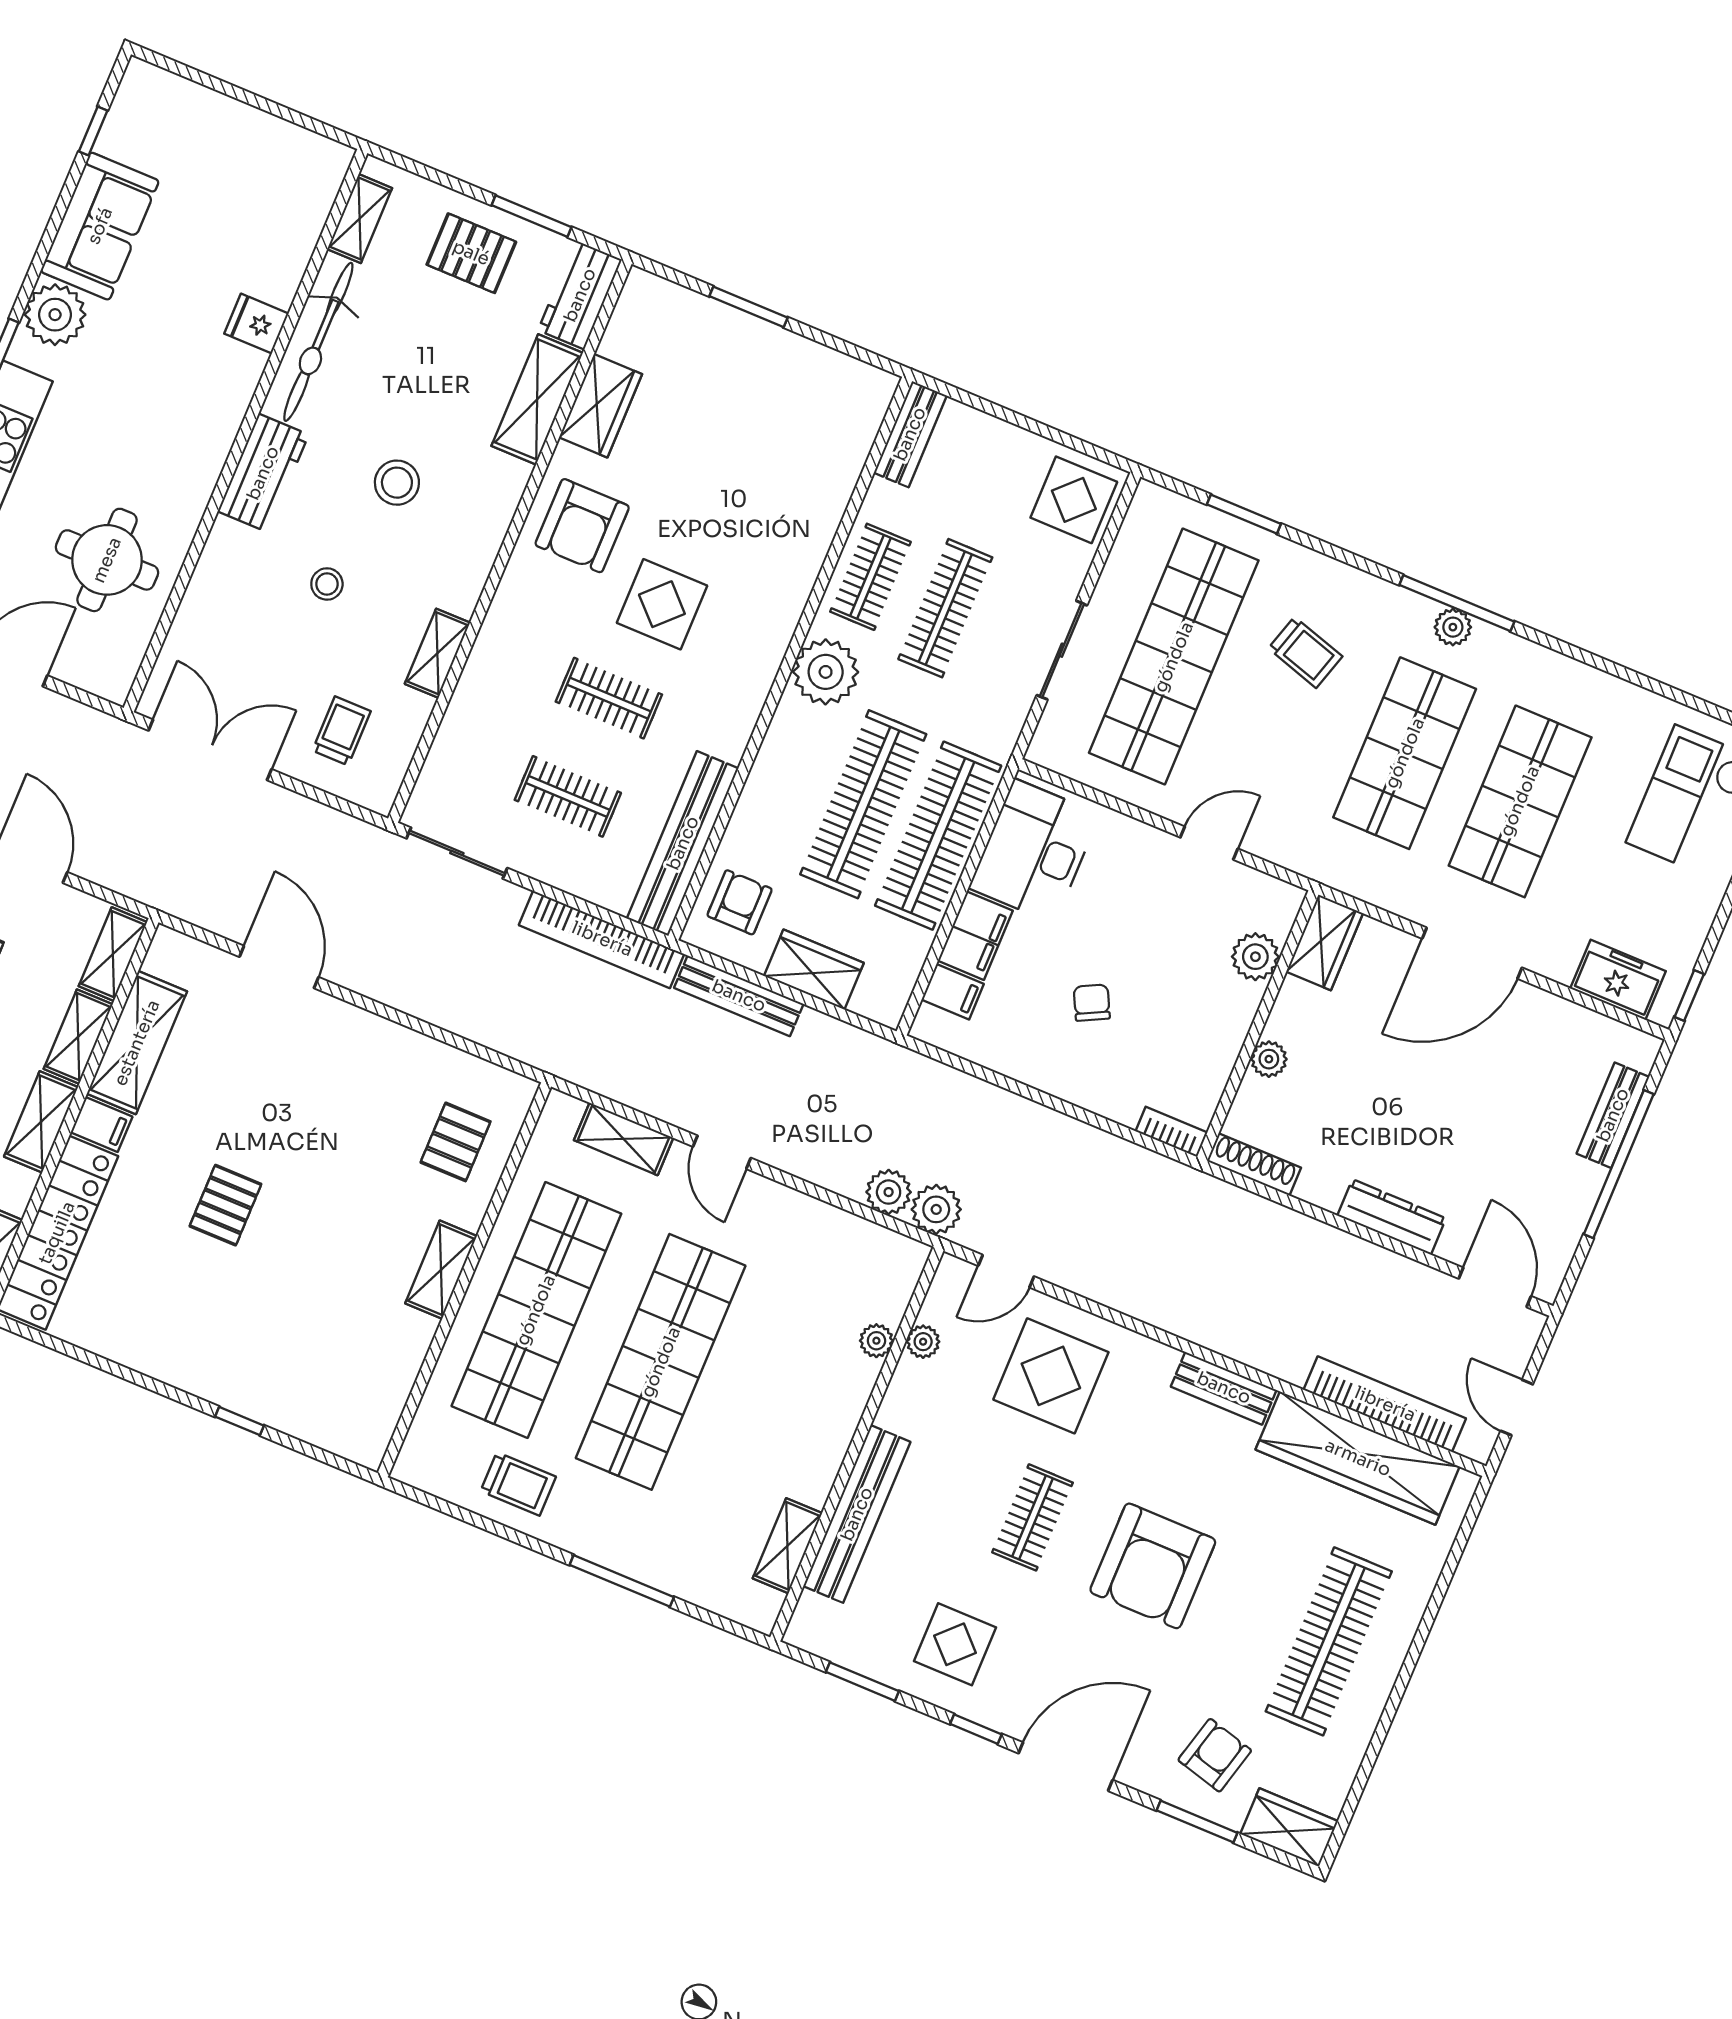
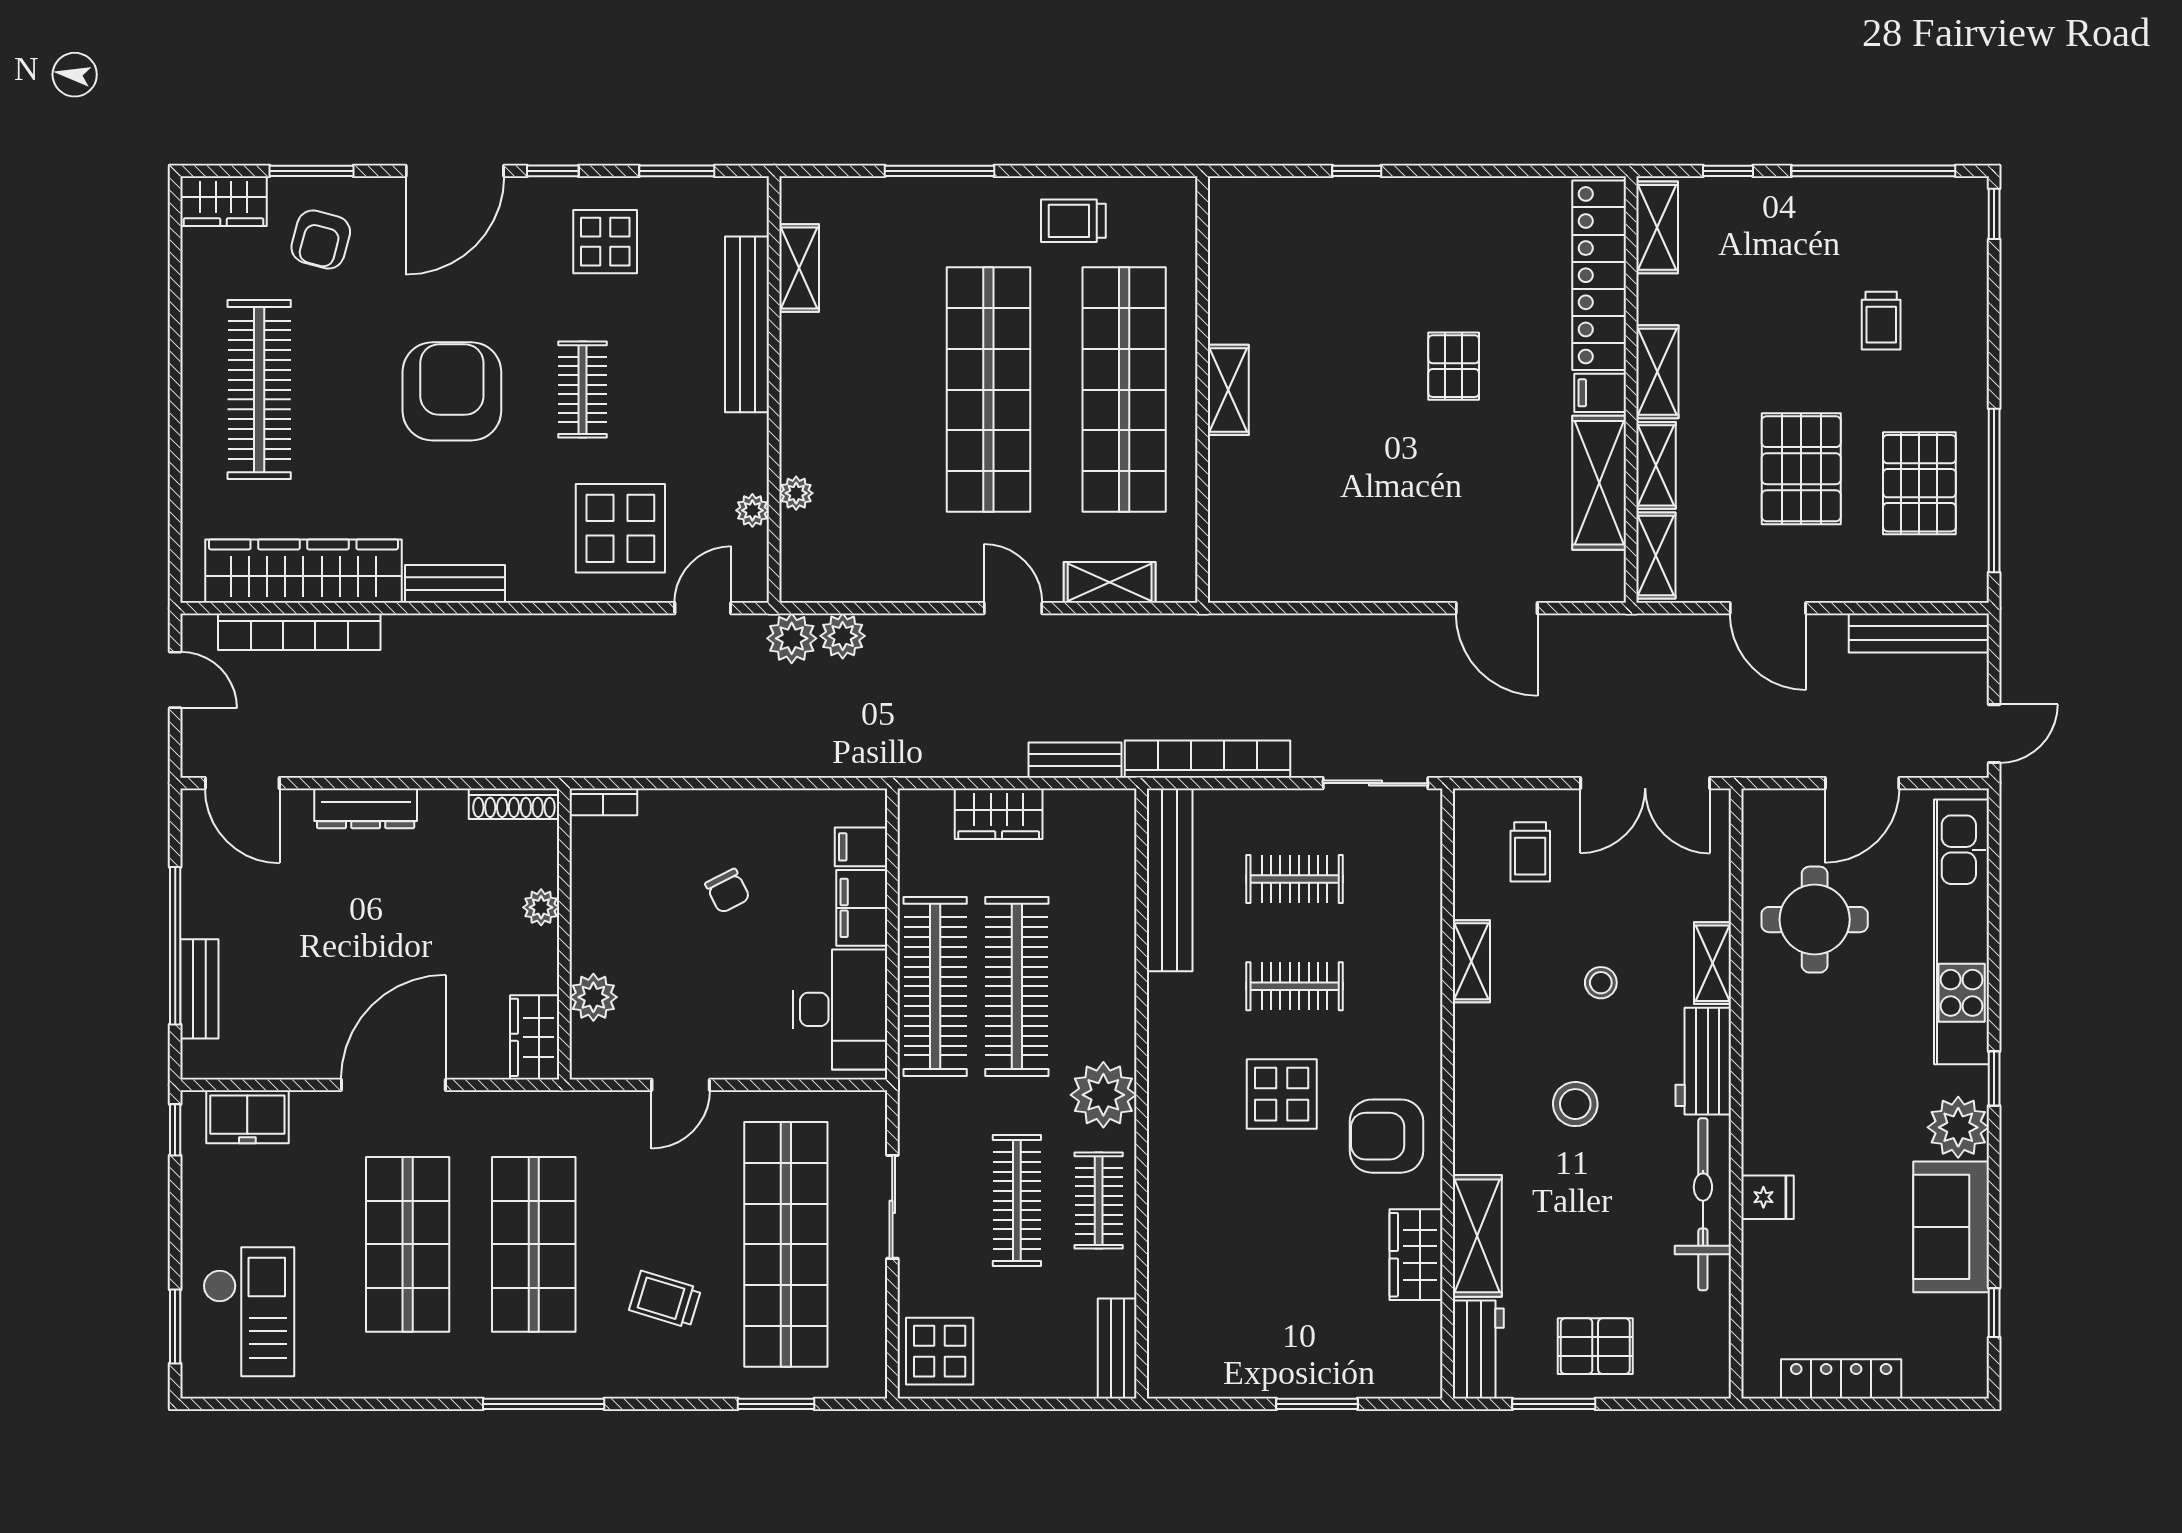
locker: (259, 129) -> (1841, 1379), added
shelving: (360, 219) -> (1713, 963), moved
armchair: (582, 526) -> (1386, 1136), turned -90
plant: (1453, 627) -> (538, 1380), removed
armchair: (740, 902) -> (1094, 847), removed
bench: (739, 996) -> (1075, 760), width x0.73
pallet: (456, 1142) -> (1265, 514), removed

